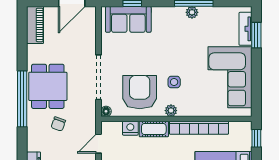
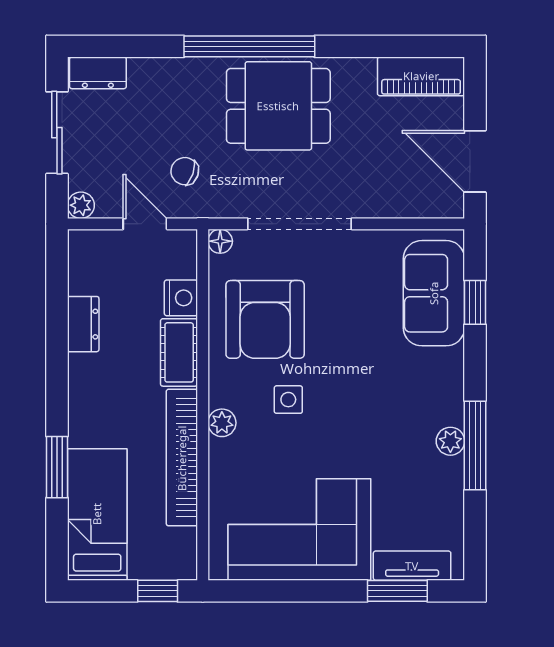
armchair: (140, 92) -> (265, 319), turned 90
plant: (171, 111) -> (222, 423), moved
chair: (58, 124) -> (185, 171), moved

